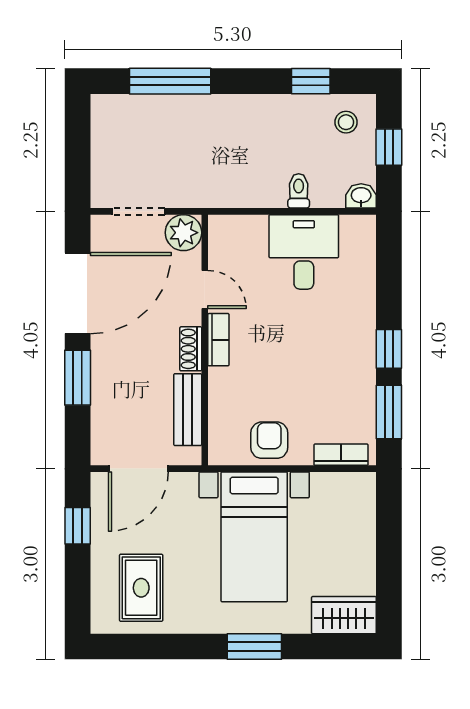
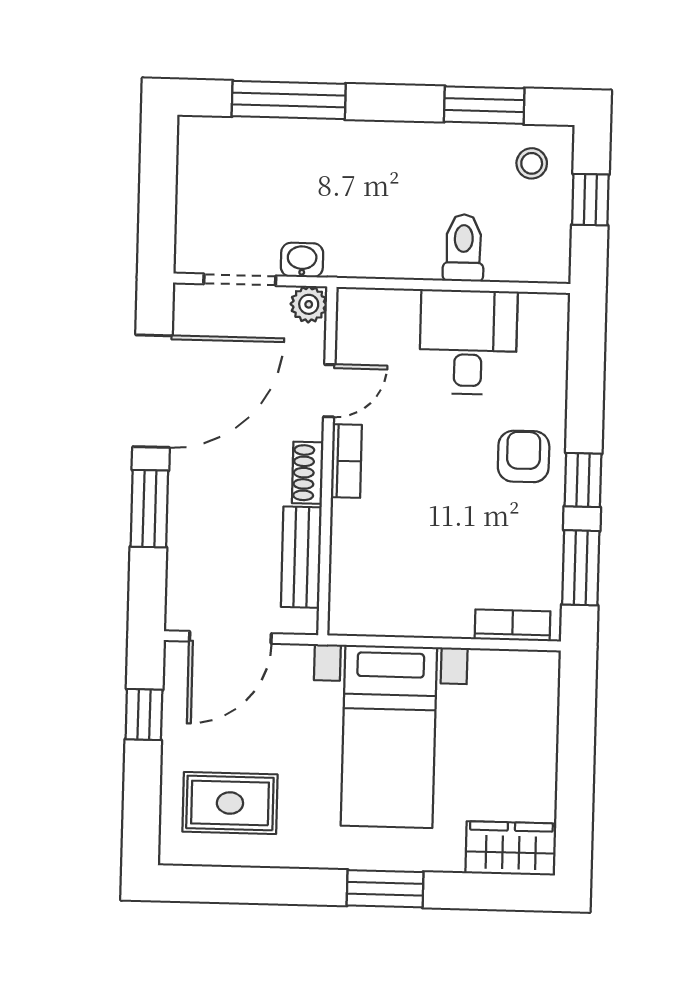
window: (311, 81) -> (484, 105), width x1.50
toilet: (299, 191) -> (464, 248), width x1.37, depth x1.39
washbasin: (361, 196) -> (302, 260), moved
plant: (183, 233) -> (309, 304), width x0.73, depth x0.73
door: (205, 289) -> (329, 391), hinge flipped
armchair: (269, 440) -> (524, 456), moved
rug: (141, 588) -> (230, 803), turned 90

